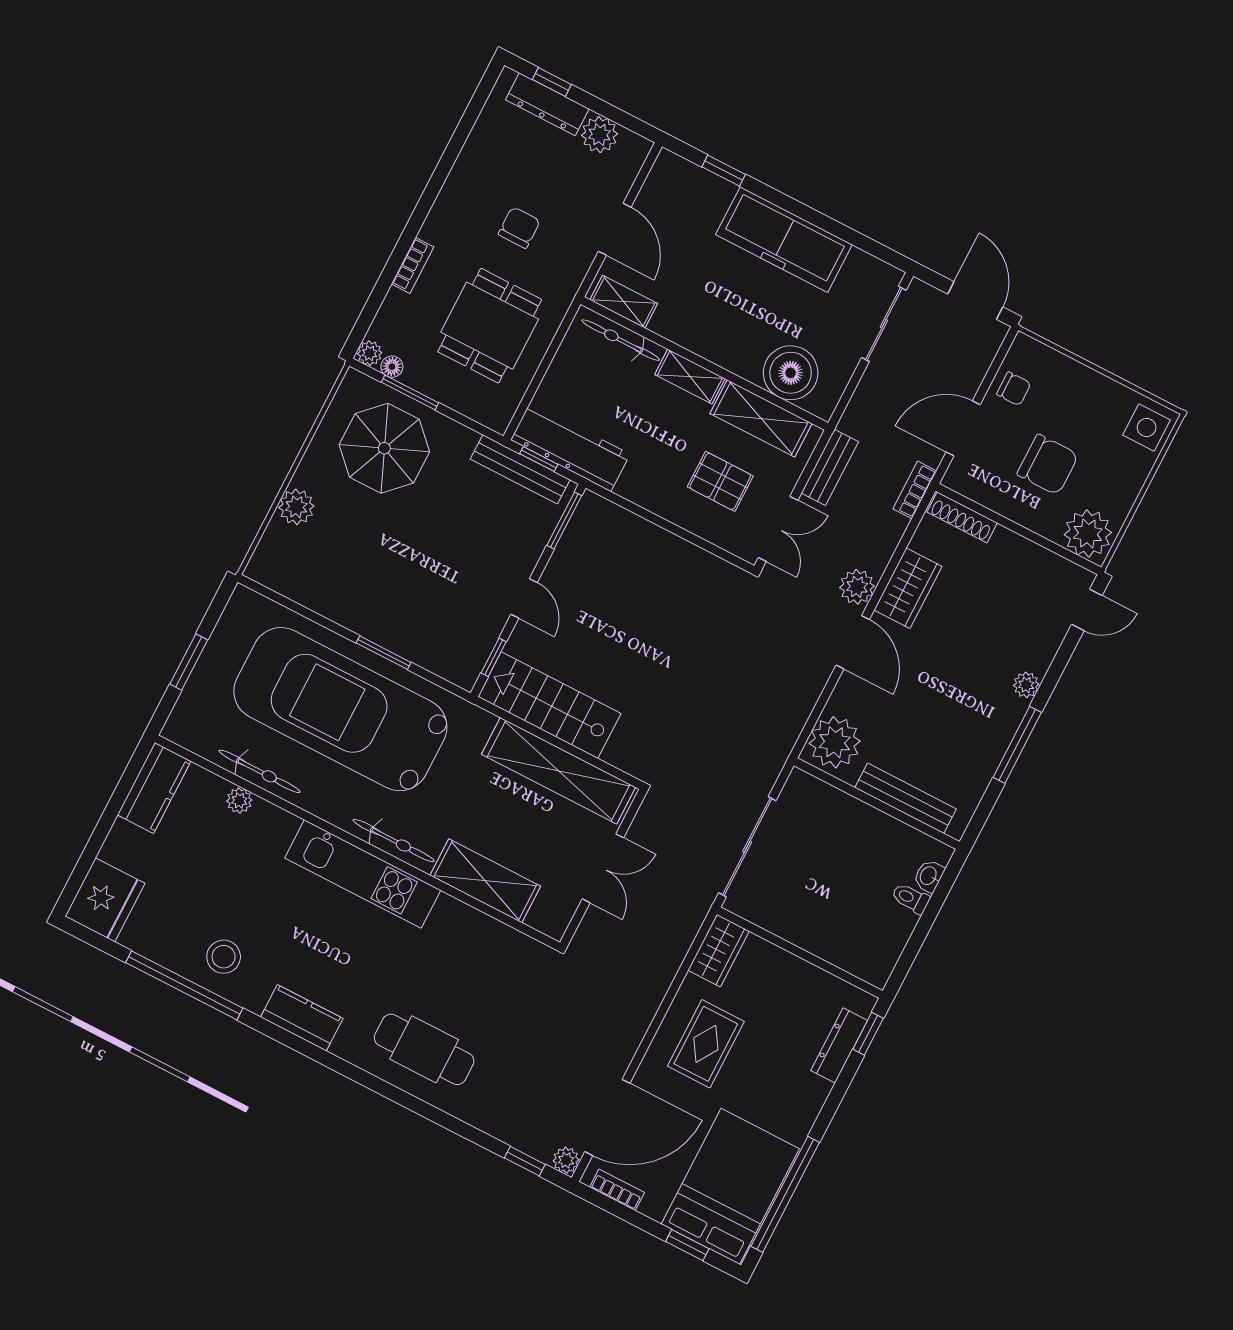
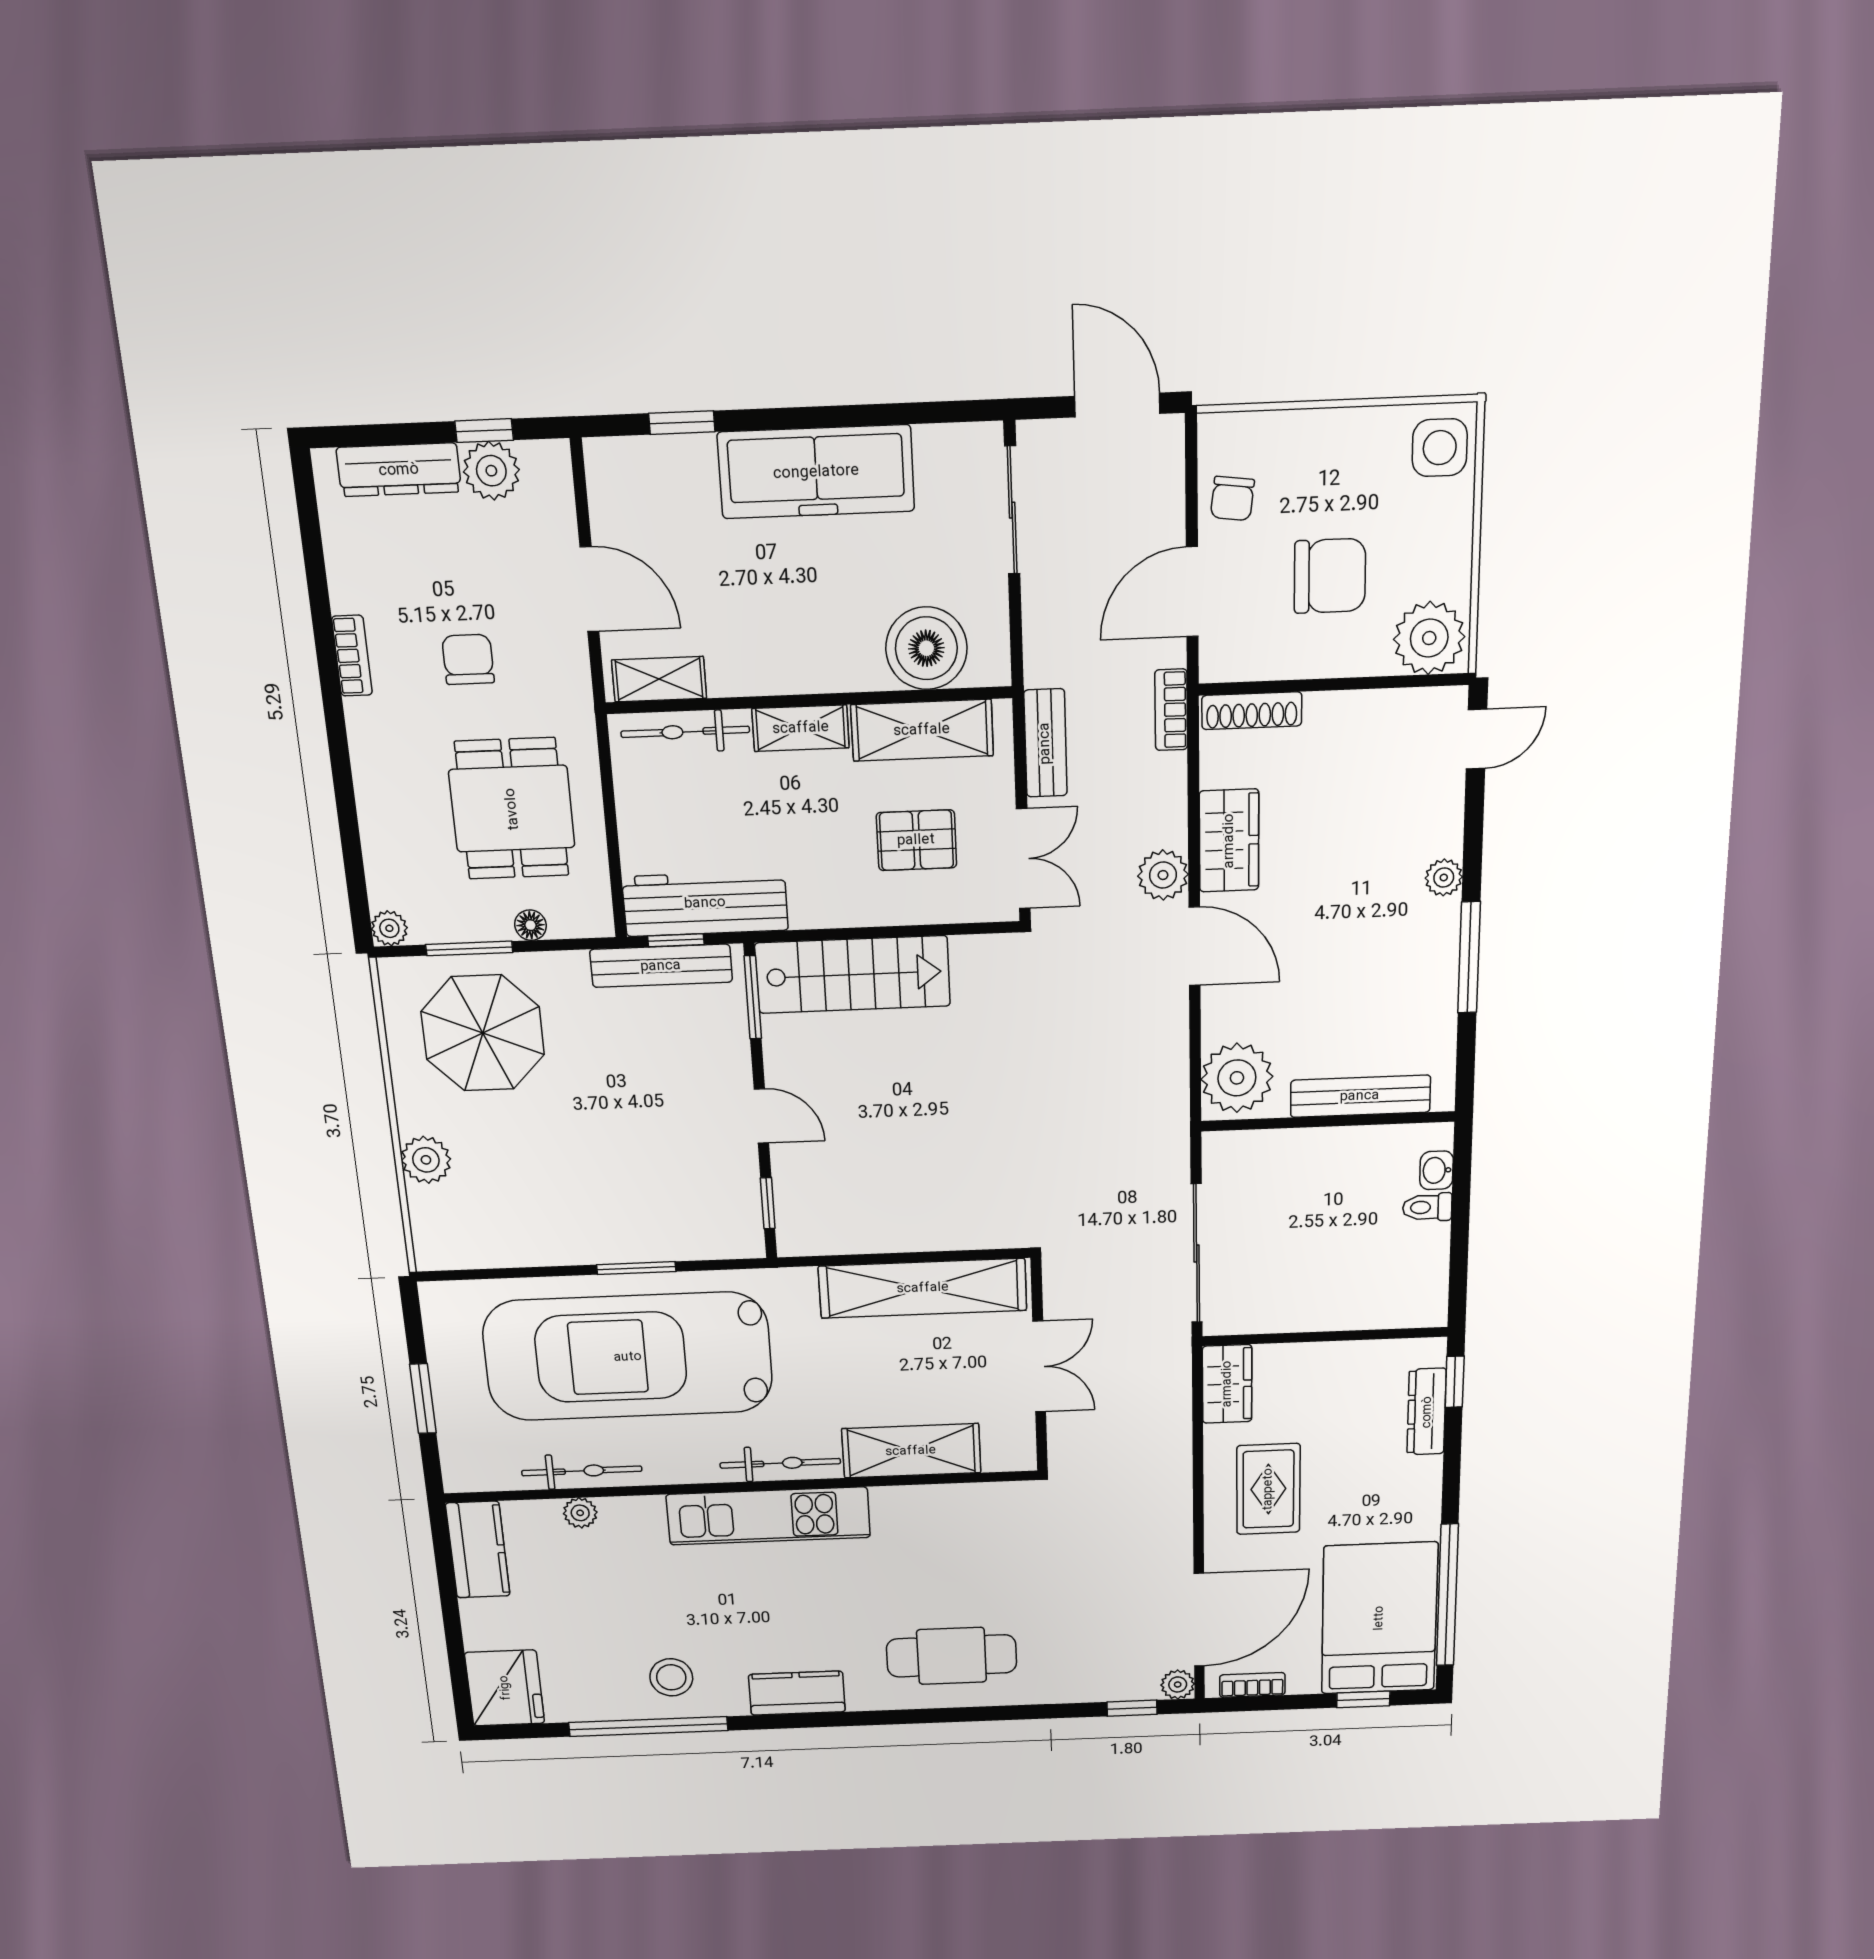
window: (552, 82) -> (484, 431), moved
bookcase: (413, 265) -> (352, 656), moved
floor lamp: (392, 367) -> (531, 925), moved
chair: (1014, 389) -> (1232, 498), turned 97
stairs: (549, 705) -> (853, 975), moved, turned 180

